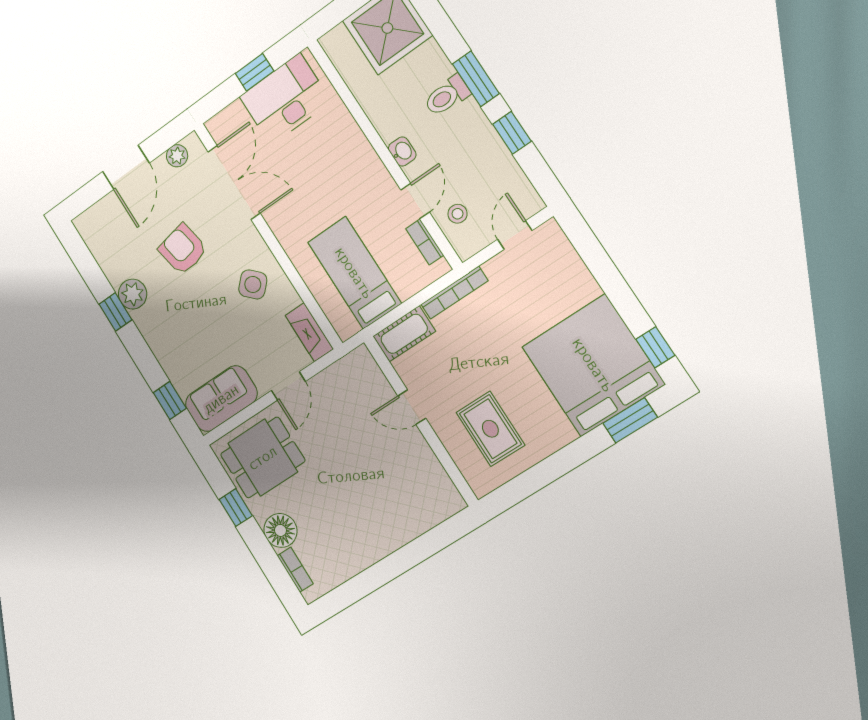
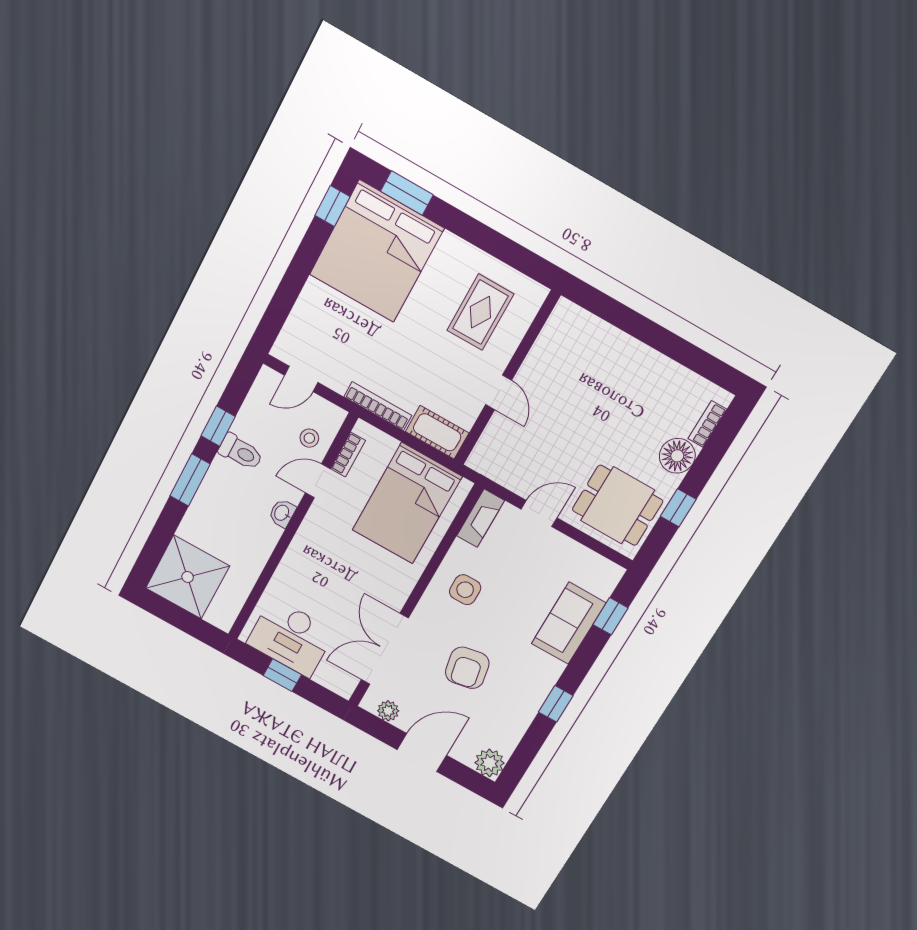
toilet: (447, 96) -> (241, 452), moved
bed: (354, 273) -> (407, 503), width x1.50
side table: (253, 284) -> (465, 590), turned 45
plant: (133, 294) -> (489, 763), moved
sofa: (221, 399) -> (569, 623), moved, turned 90

